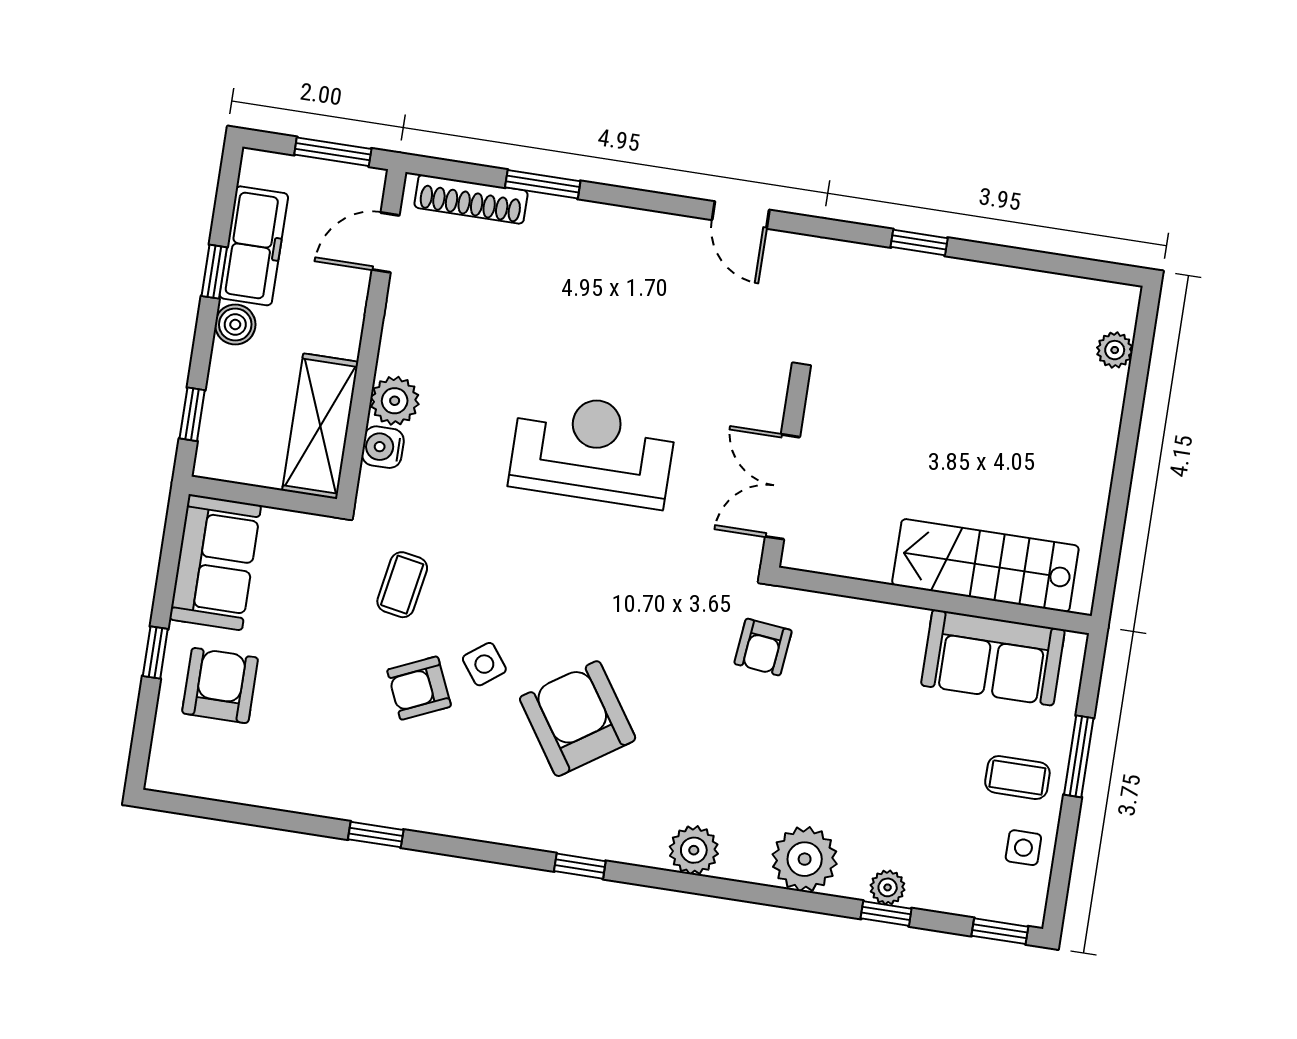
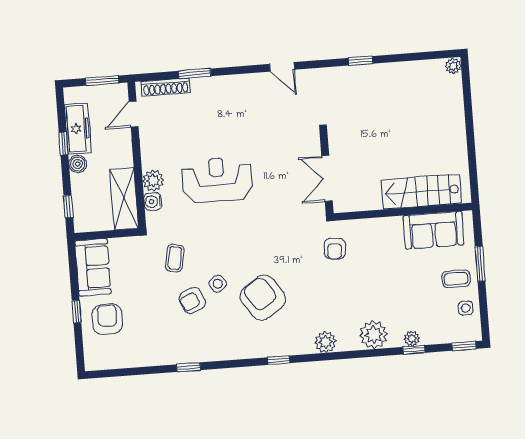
plant: (1115, 350) -> (453, 66), moved
reception desk: (593, 450) -> (217, 180), moved

